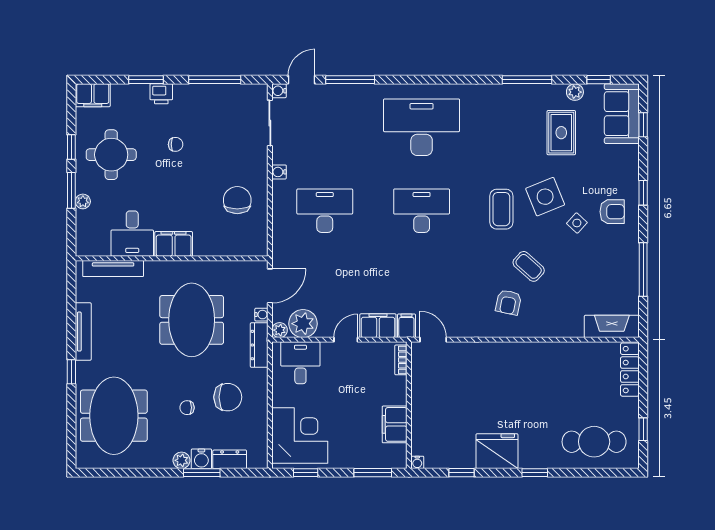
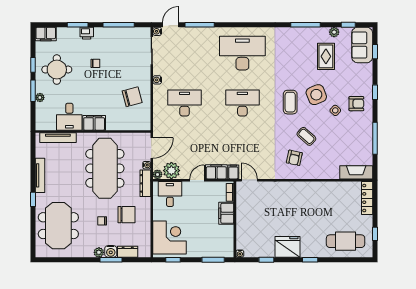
chair: (237, 200) -> (132, 97), turned 75
meeting table: (192, 320) -> (105, 168), width x1.36
filing cabinet: (395, 424) -> (226, 213), moved

